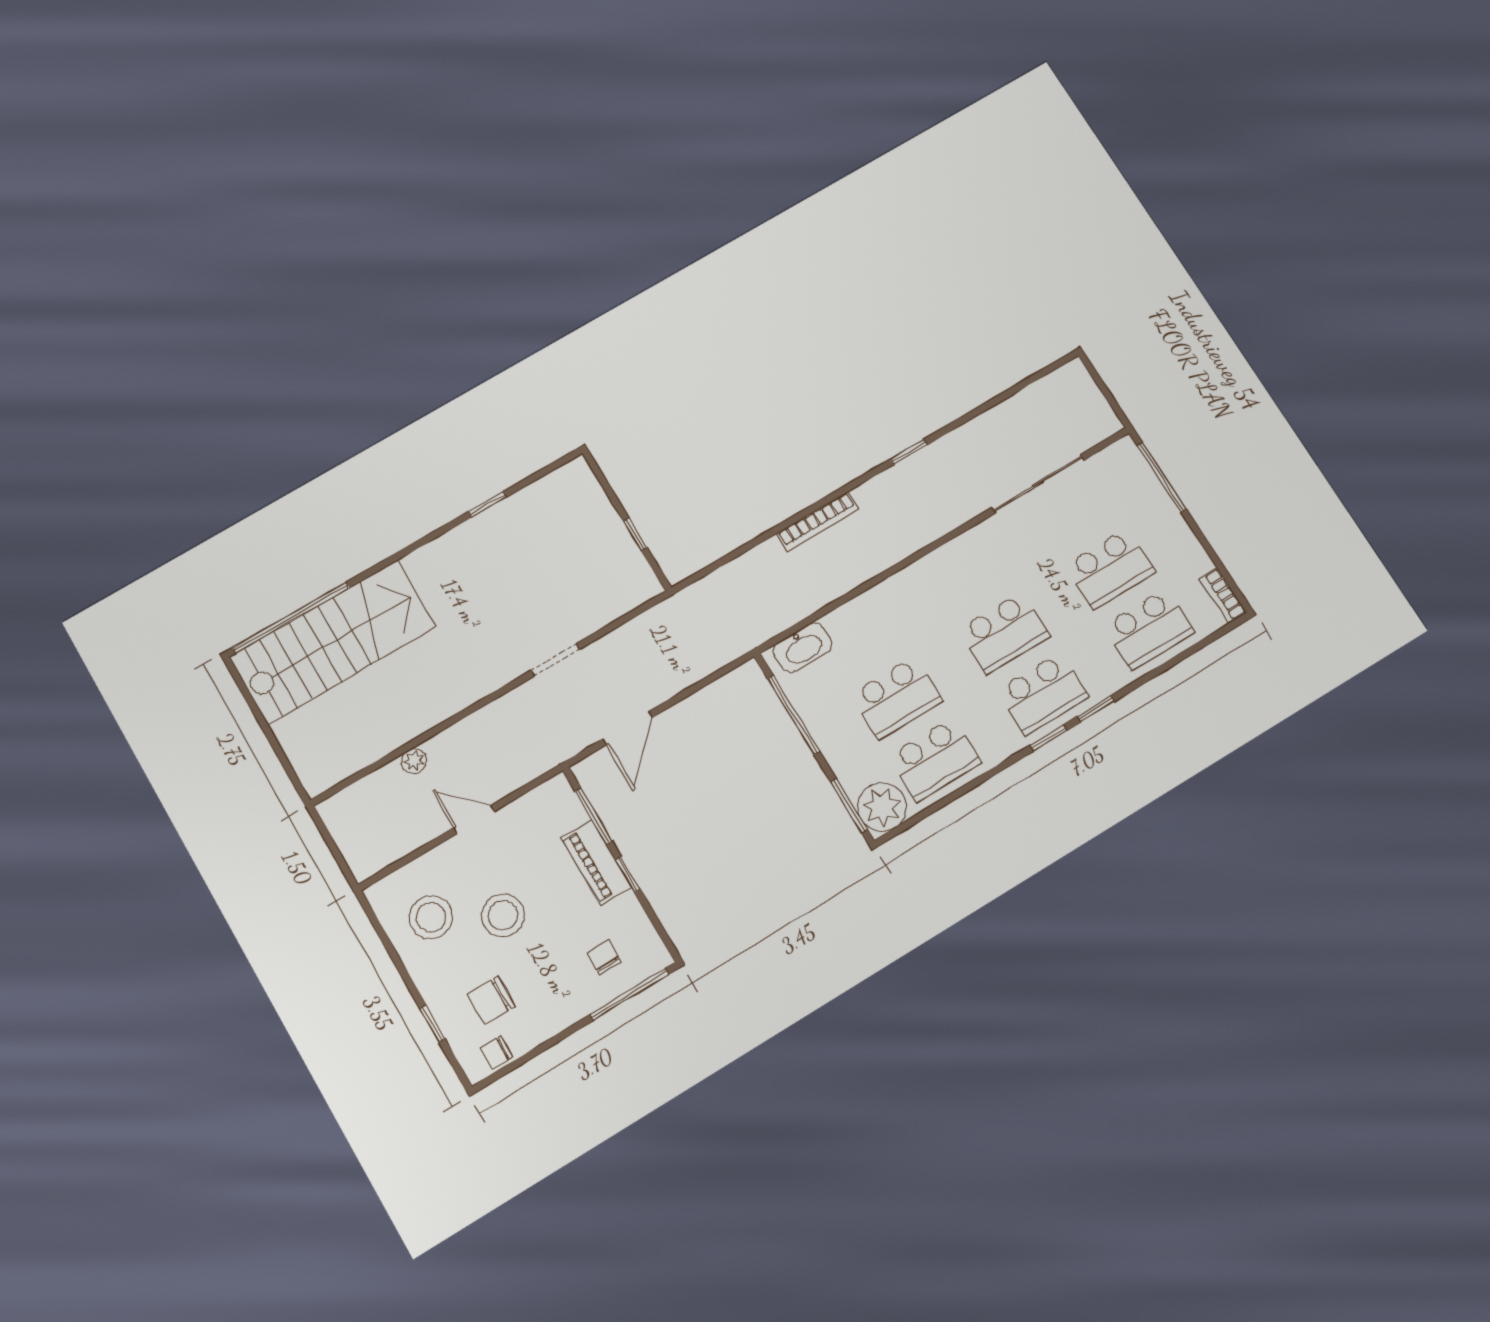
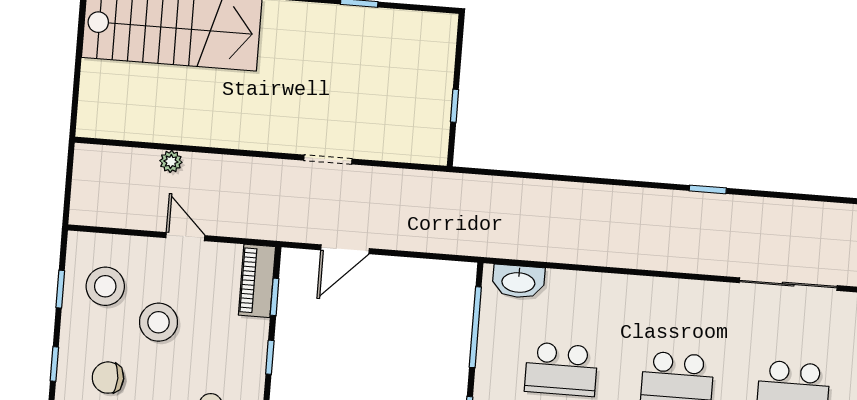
bookcase: (818, 521) -> (599, 194), removed
window: (594, 816) -> (275, 297), width x0.67
piano: (596, 862) -> (257, 281), moved
window: (391, 950) -> (60, 289), added

